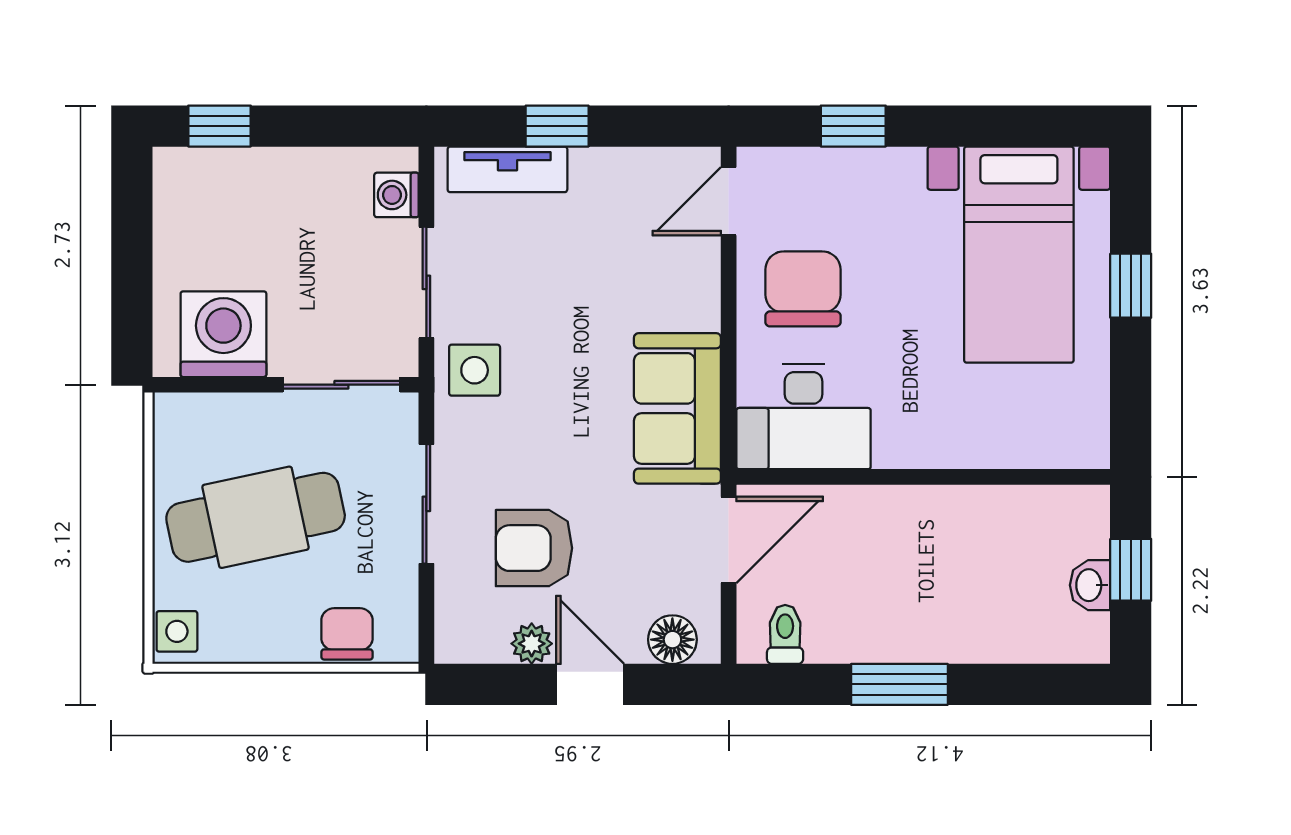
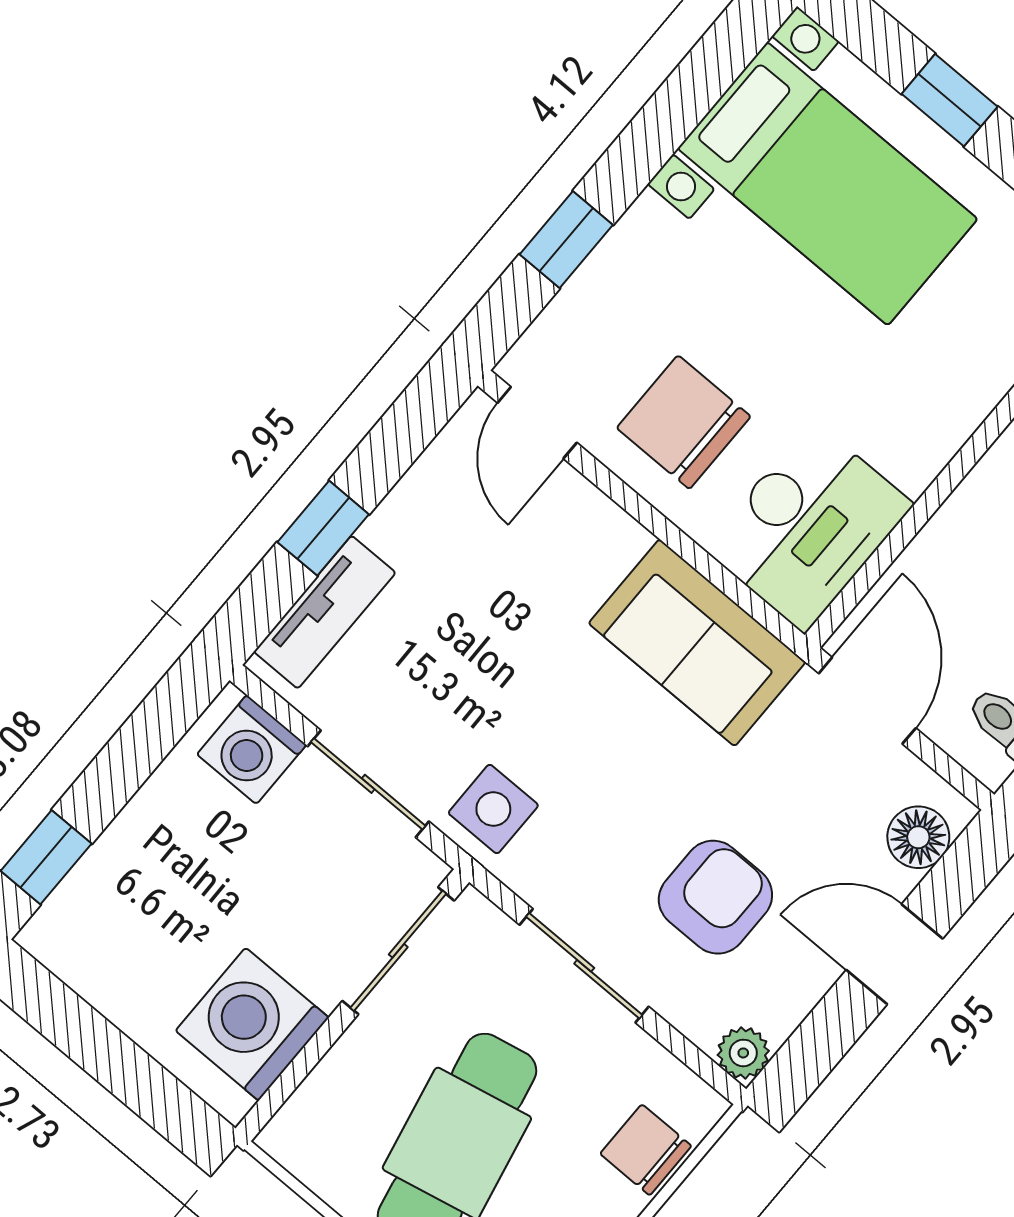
washing machine: (396, 195) -> (252, 750), width x1.38, depth x1.38
armchair: (534, 548) -> (715, 897), turned 180
plant: (532, 644) -> (743, 1053), moved

